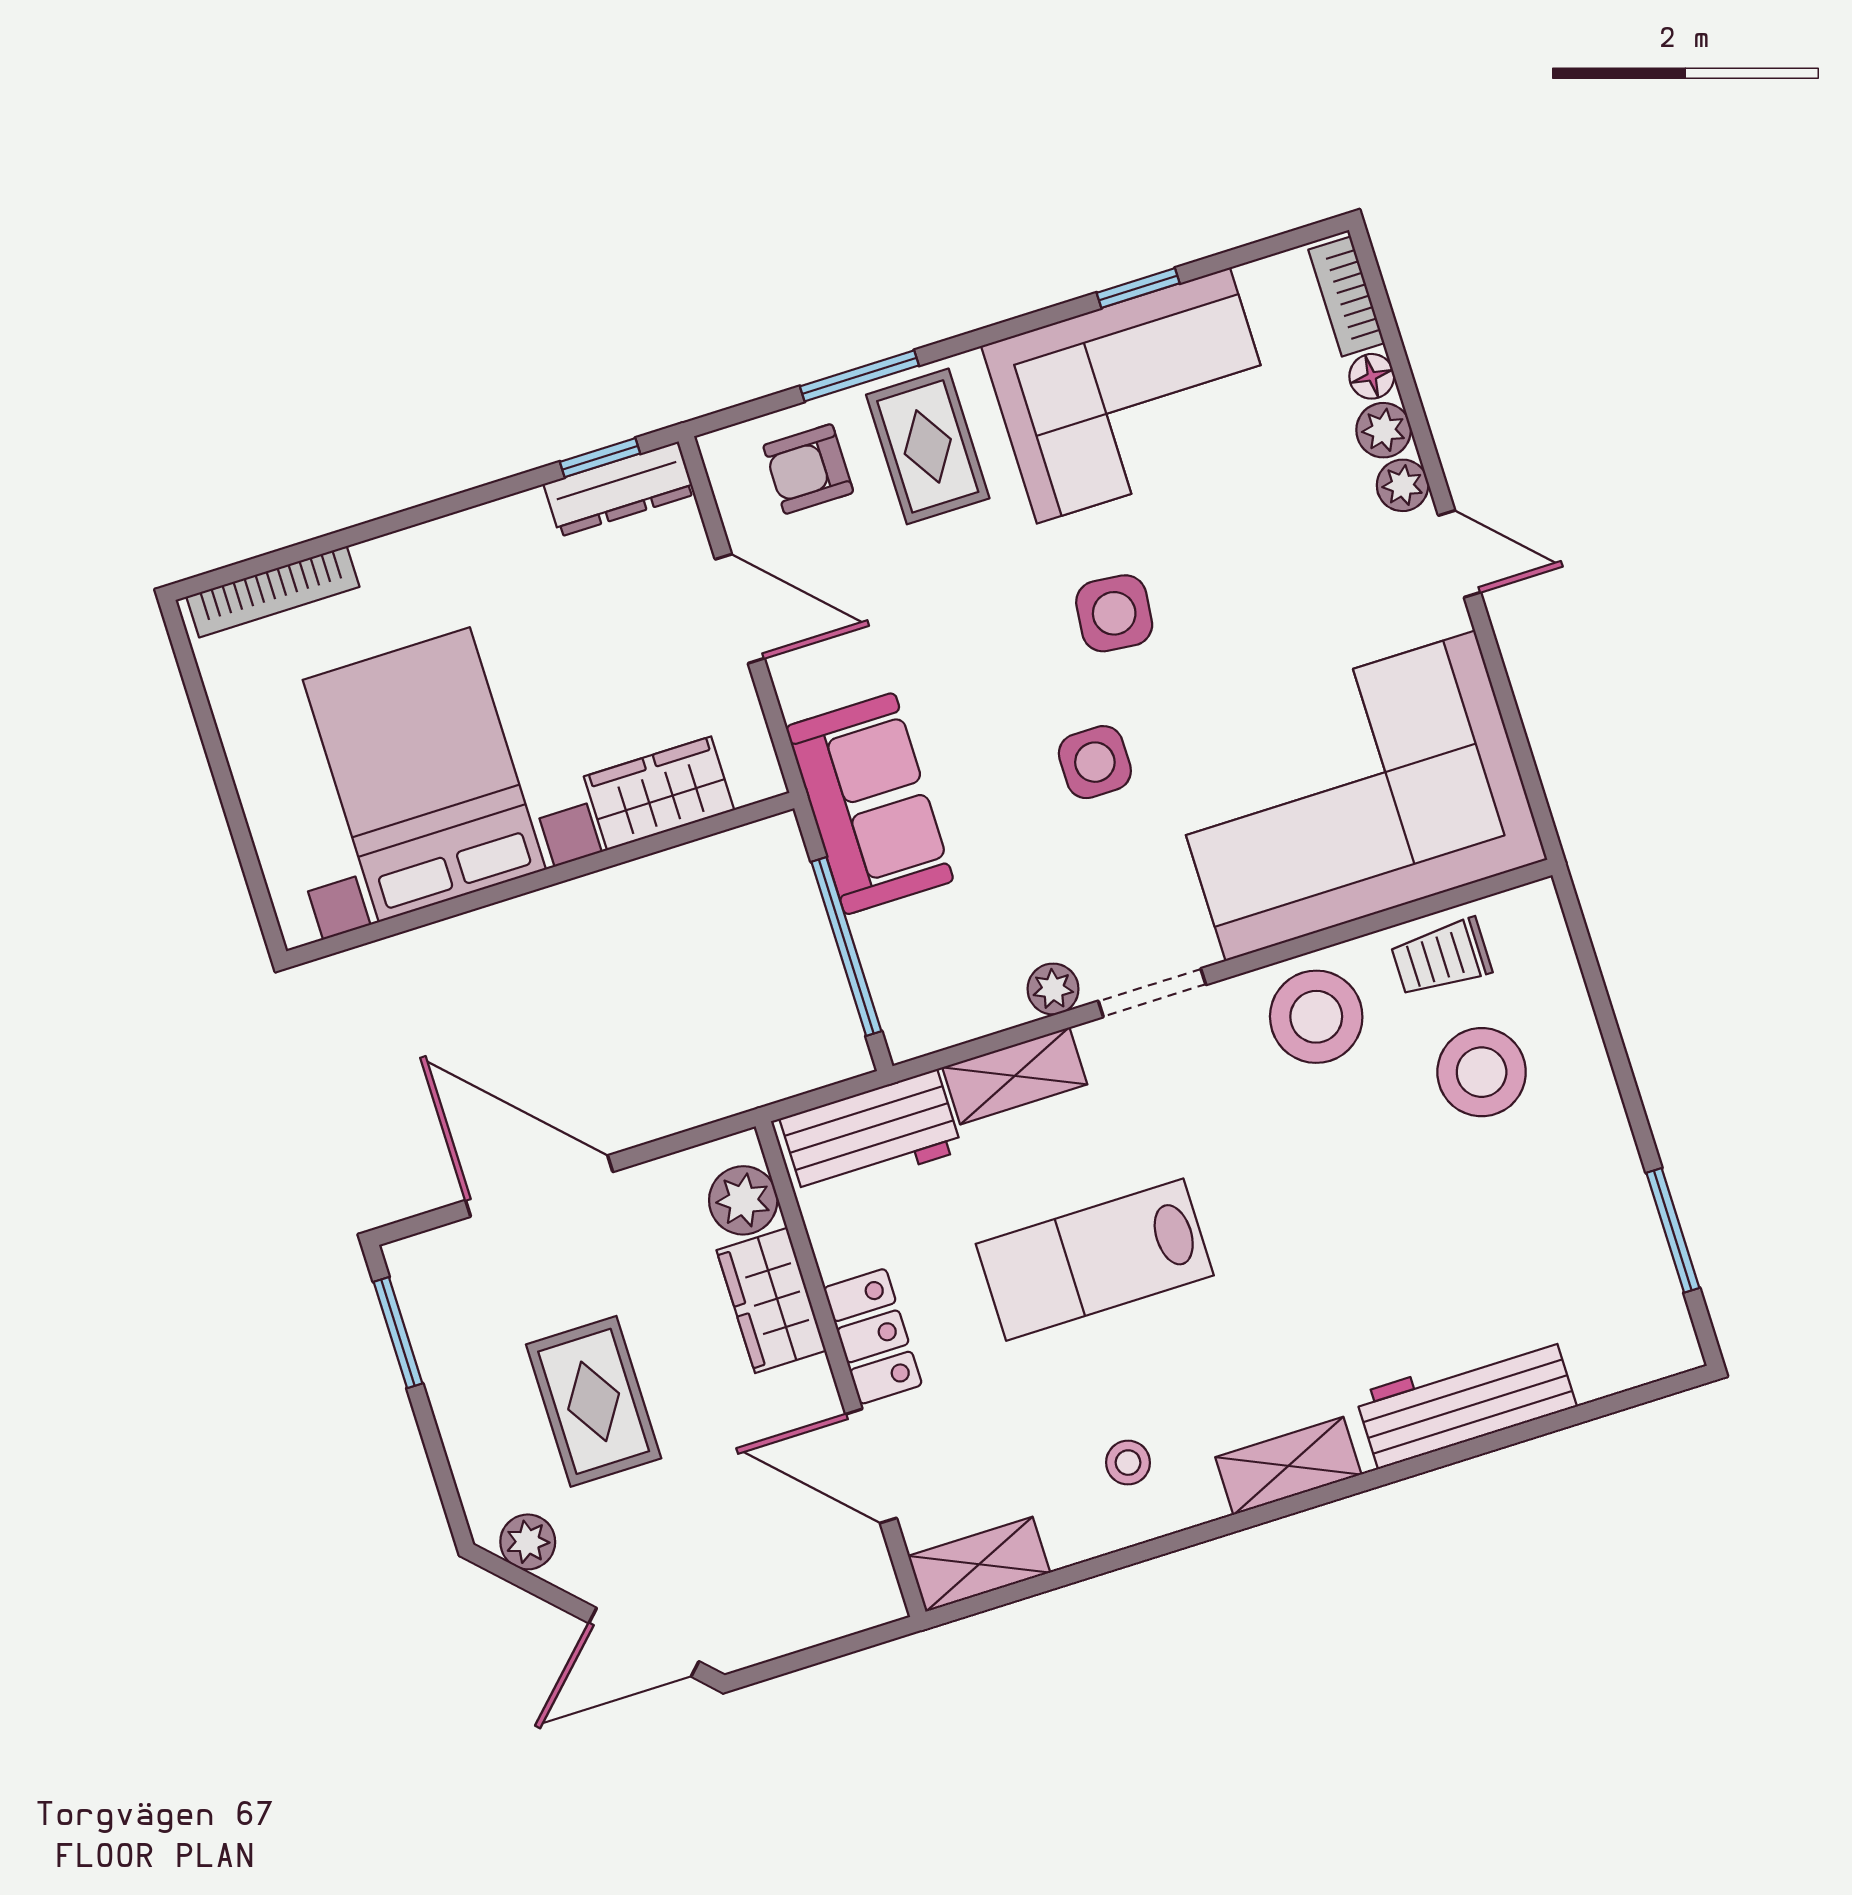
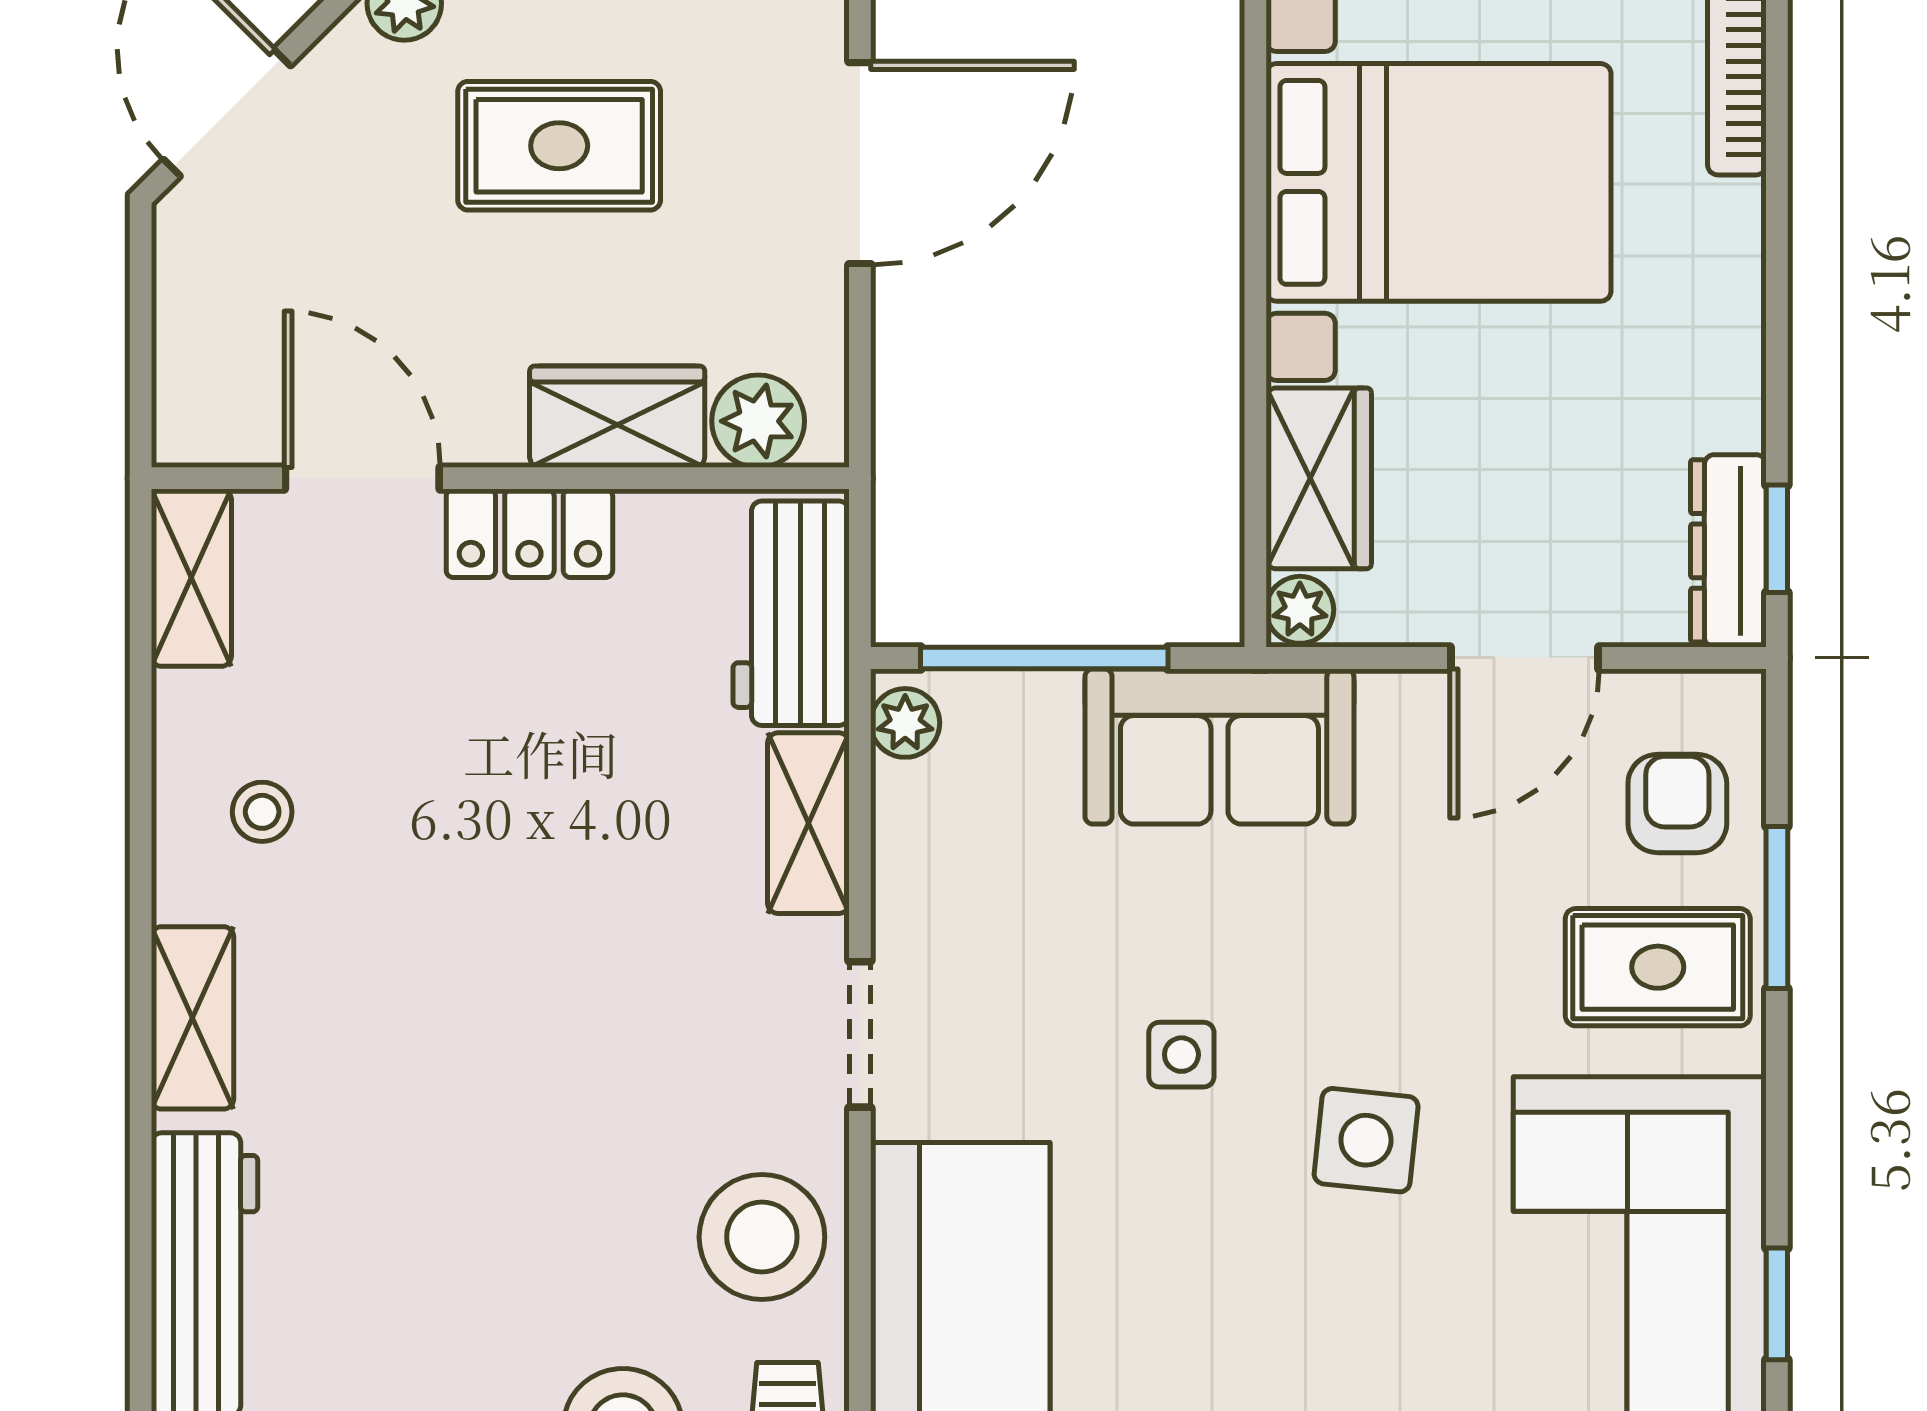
side table: (1095, 762) -> (1181, 1055), width x0.73, depth x0.73
plant: (756, 777) -> (1300, 610), added
plant: (1053, 989) -> (905, 723), moved
lab bench: (1095, 1260) -> (538, 852), removed
door: (871, 1466) -> (362, 478), hinge flipped

